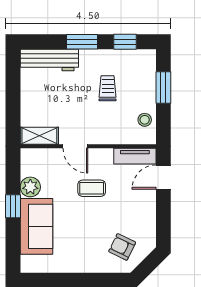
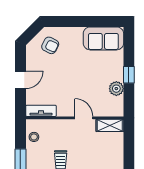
door: (163, 177) -> (20, 80), moved
coffee table: (92, 188) -> (72, 88), removed
sofa: (36, 226) -> (103, 38), moved, turned -90

